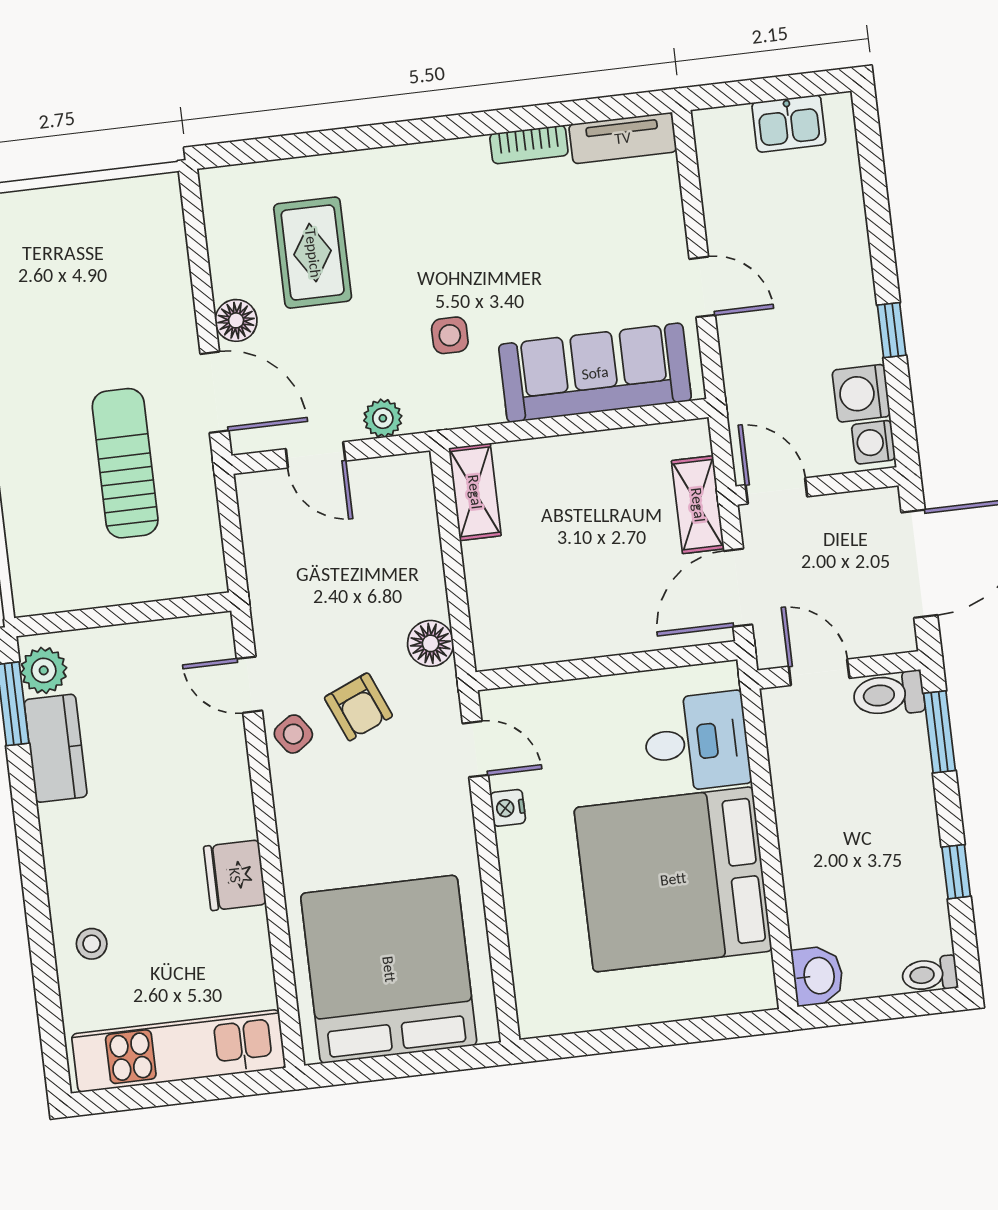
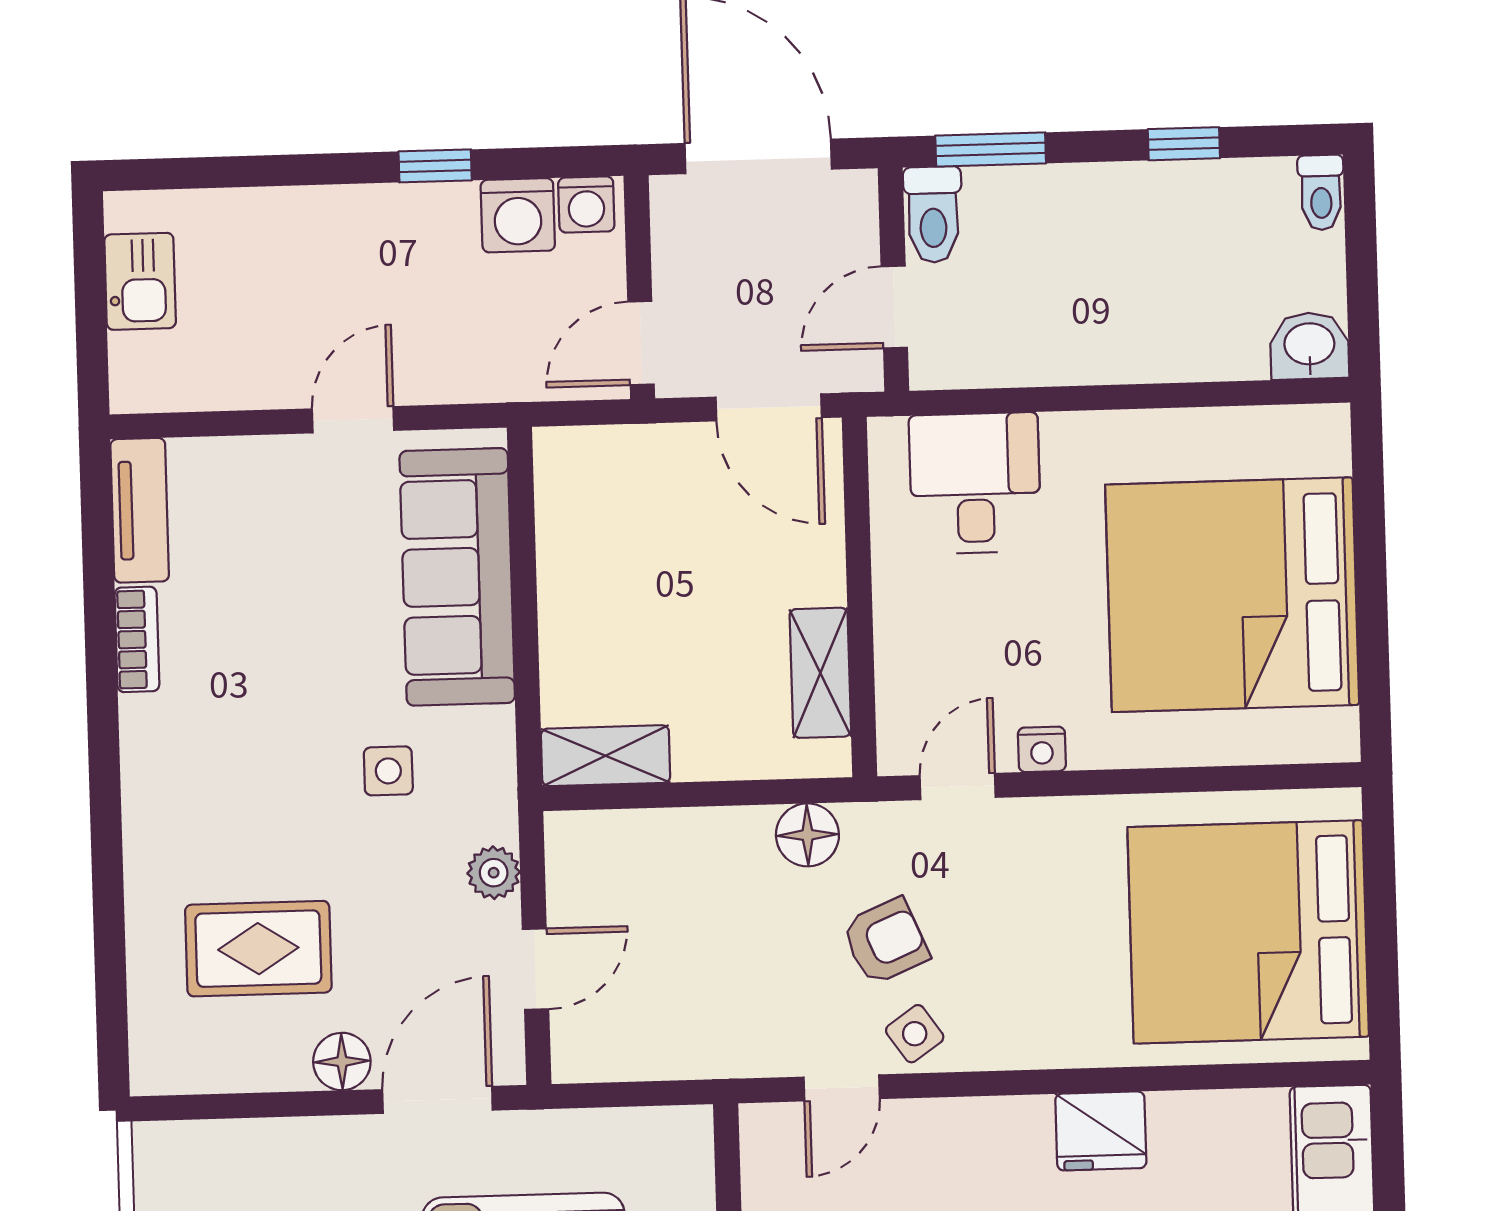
shelving: (698, 505) -> (820, 673), moved, turned 90
bed: (673, 879) -> (1232, 595), moved, turned 90

